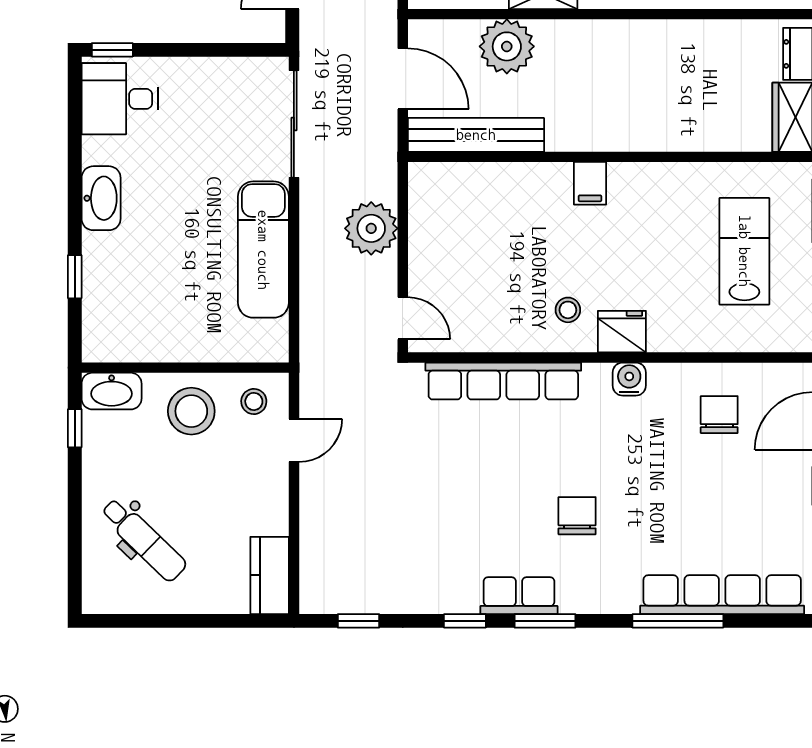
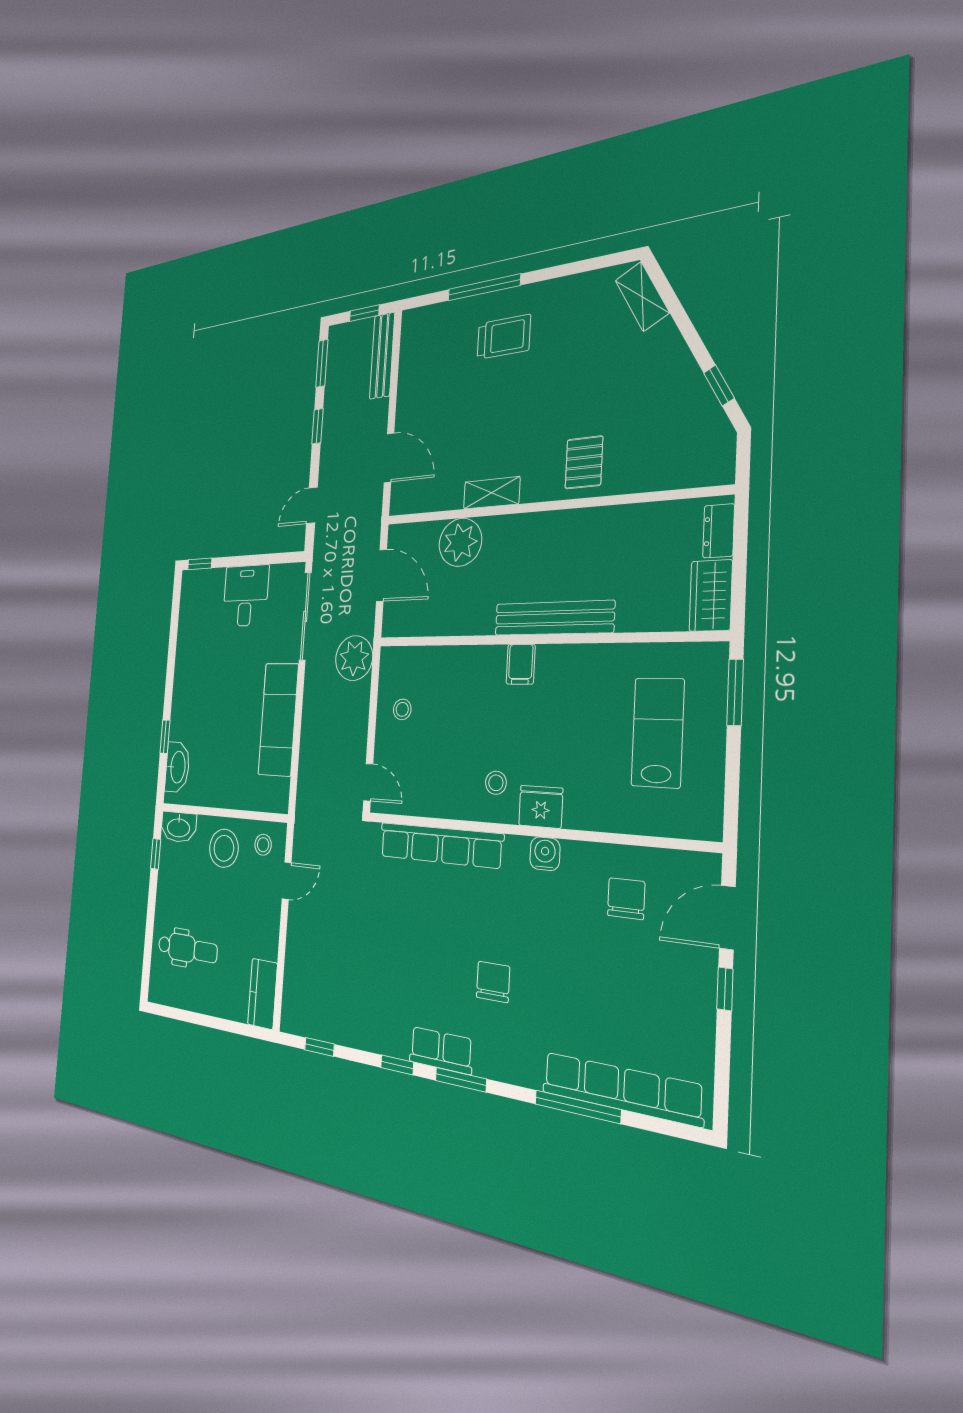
desk: (120, 99) -> (246, 596), moved, turned 90
bench: (476, 135) -> (554, 618), moved
washbasin: (101, 198) -> (177, 767), moved
plant: (371, 228) -> (354, 658), moved
stool: (443, 234) -> (402, 709), added
dental chair: (144, 540) -> (188, 949), turned -44

